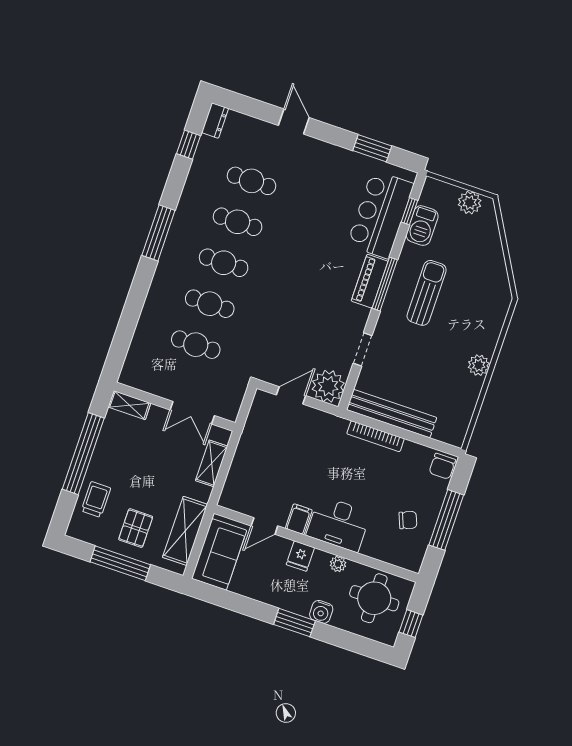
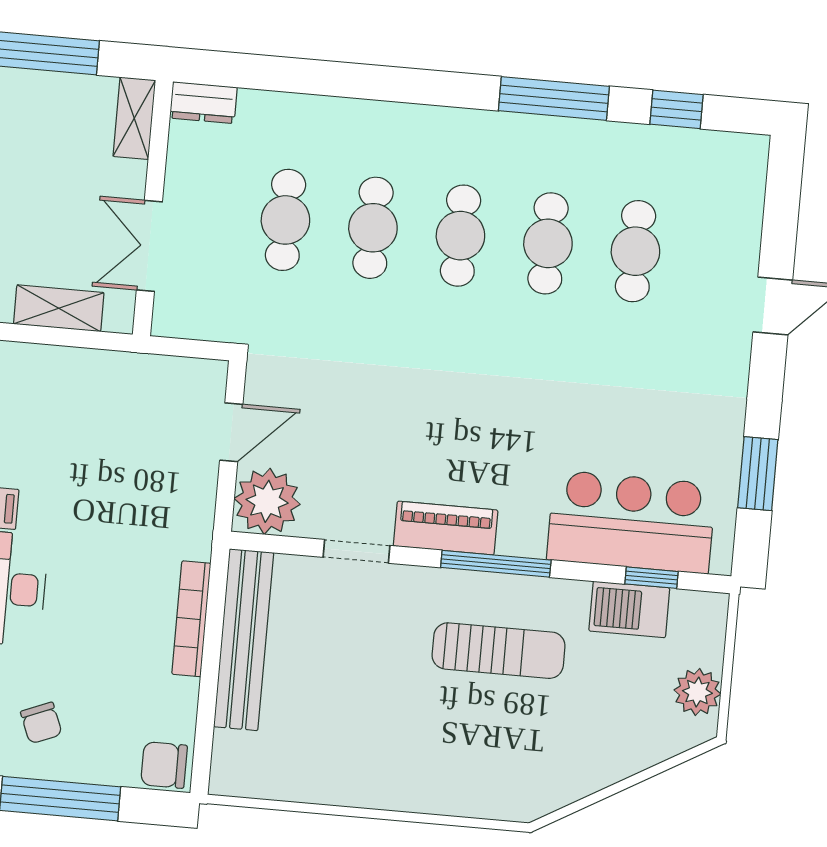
dresser: (215, 120) -> (203, 103), moved
window: (158, 233) -> (554, 98), moved
piano: (370, 281) -> (446, 528), moved
plant: (479, 365) -> (381, 788), removed
door: (291, 395) -> (231, 432), hinge flipped

